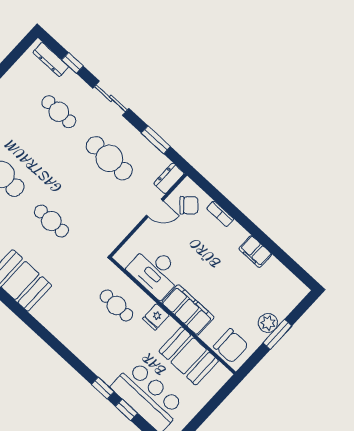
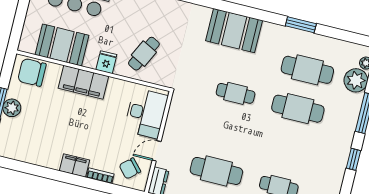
filing cabinet: (255, 252) -> (74, 165), moved
desk: (155, 271) -> (146, 113), moved, turned 90
cafe table: (116, 305) -> (144, 54), turned -63

